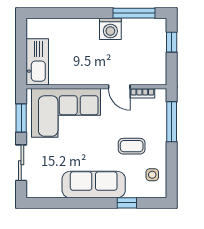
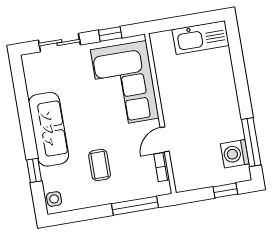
washing machine: (110, 29) -> (235, 154), moved
kitchen sink: (37, 62) -> (201, 38), moved
window: (21, 118) -> (110, 34), width x0.67
side table: (152, 175) -> (54, 199), moved

